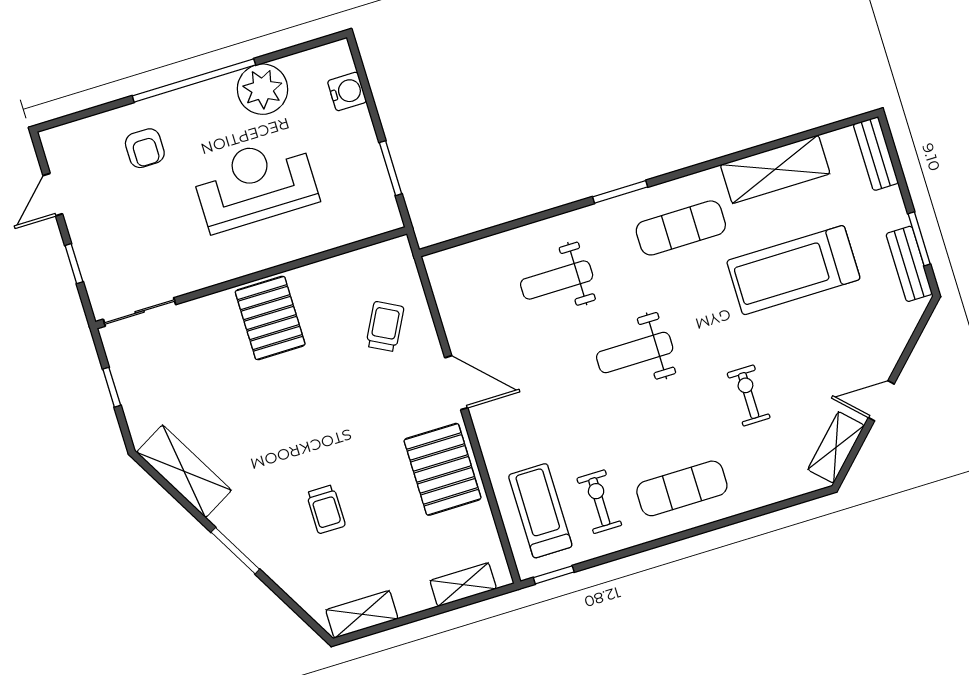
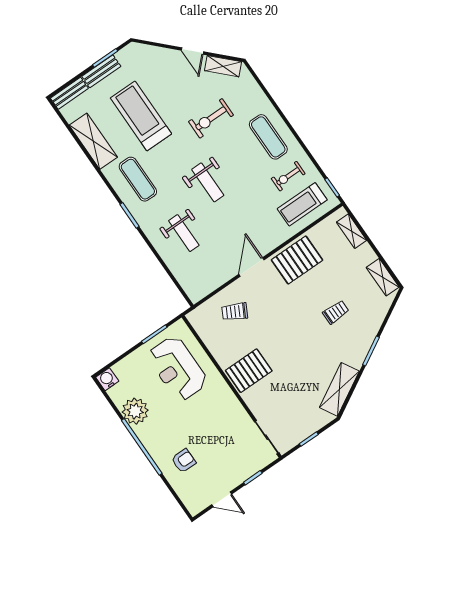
water cooler: (347, 91) -> (107, 379), moved
reception desk: (255, 184) -> (177, 369), moved
bench: (909, 264) -> (101, 71), moved
treadmill: (793, 270) -> (141, 116), turned 180
exercise bike: (749, 395) -> (211, 118), width x1.38, depth x1.39

